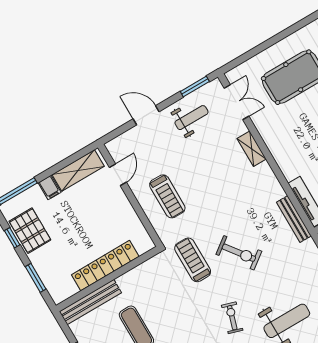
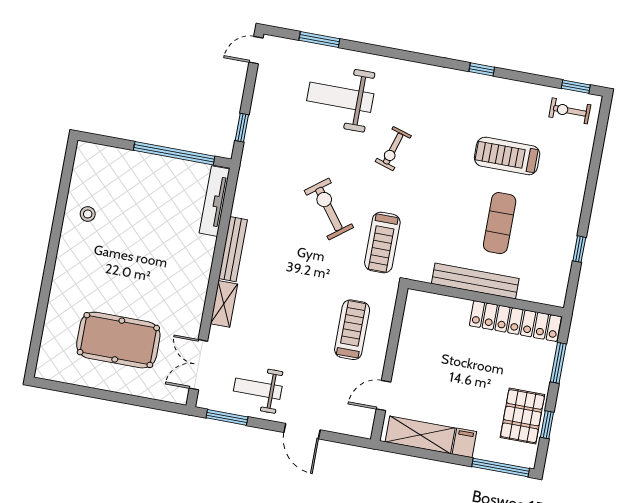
bench: (294, 219) -> (233, 249), moved
locker: (105, 266) -> (515, 321), moved
bench: (90, 302) -> (475, 281), moved

